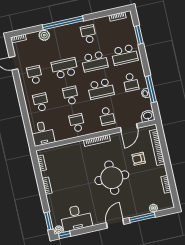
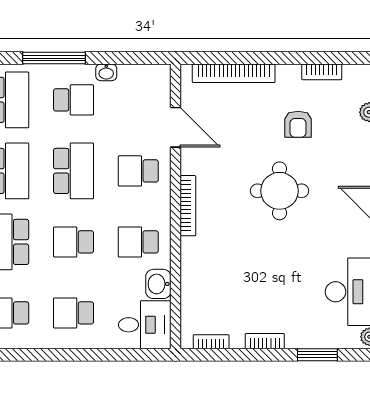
window: (151, 89) -> (54, 58), moved
school desk: (107, 116) -> (138, 171), turned 180
washbasin: (148, 116) -> (158, 284), moved
armchair: (139, 159) -> (298, 124), moved
round table: (112, 178) -> (280, 191), width x0.73, depth x0.73
window: (49, 221) -> (317, 355), moved

